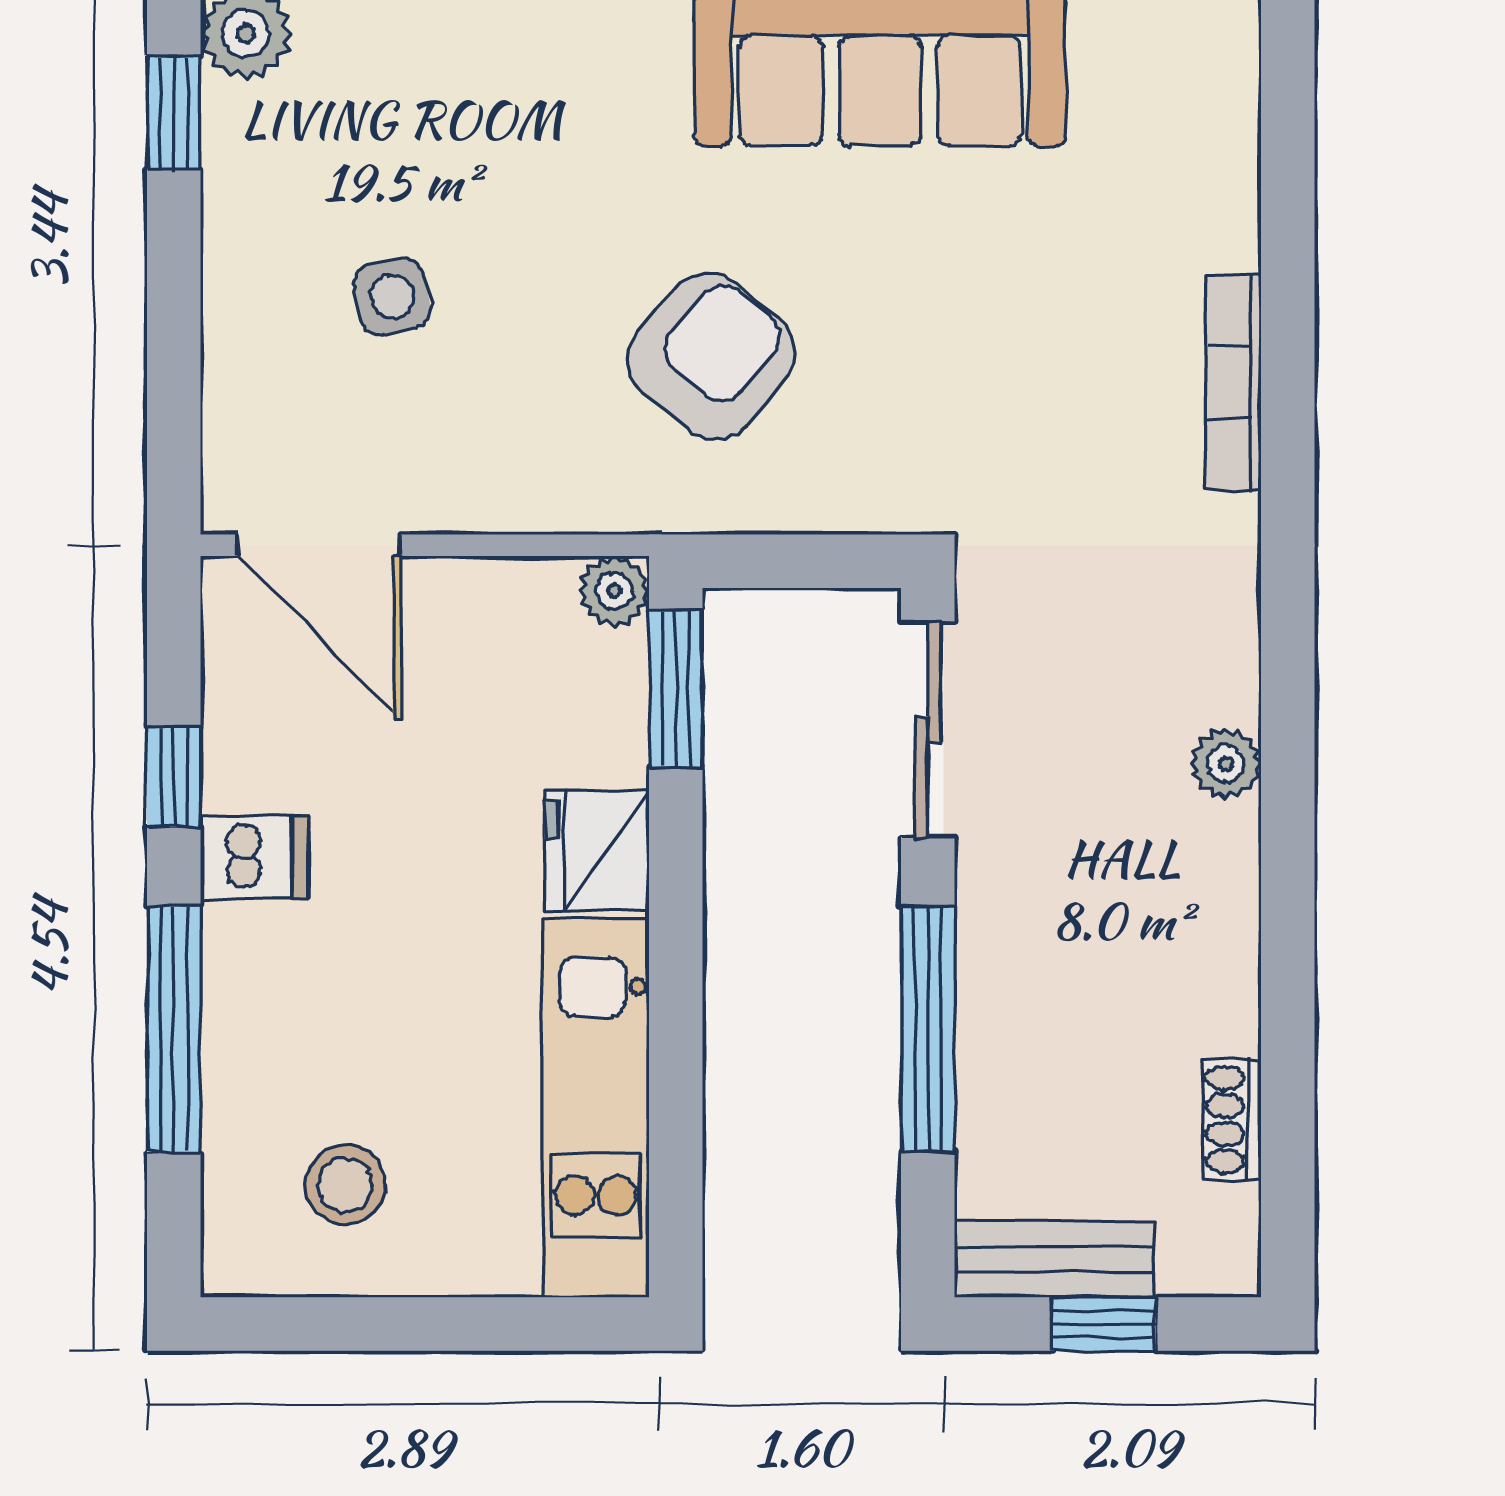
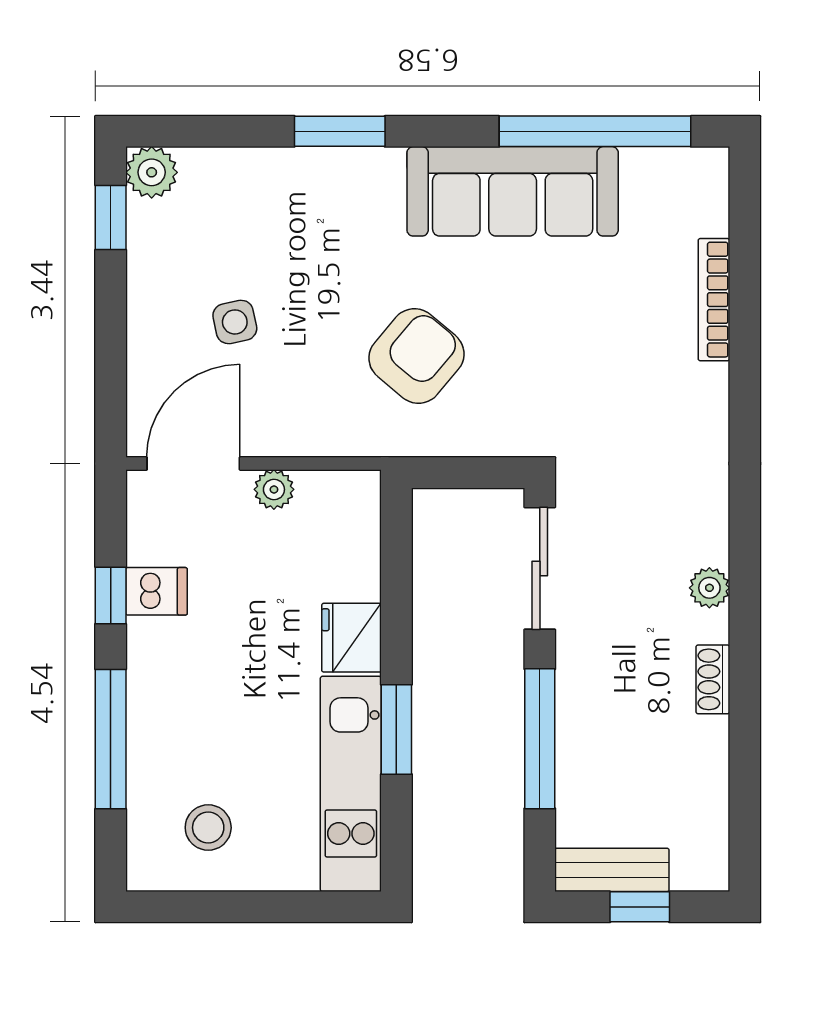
bookcase: (1234, 382) -> (714, 300), moved
door: (319, 545) -> (193, 464), swing flipped
plant: (614, 591) -> (274, 489), moved
window: (676, 688) -> (396, 729), moved
dishwasher: (254, 857) -> (156, 591), moved
shoe rack: (1232, 1120) -> (713, 679), moved

